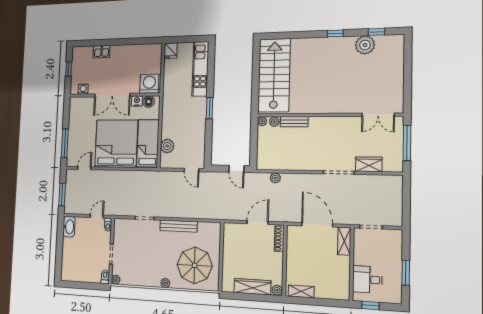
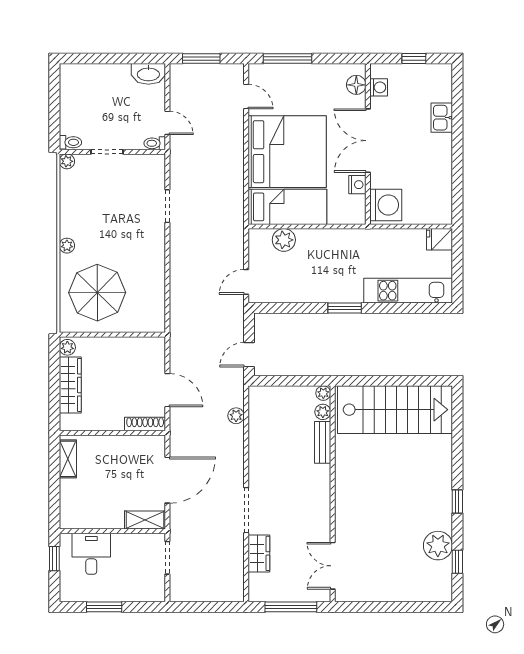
floor lamp: (149, 102) -> (356, 85), moved
bench: (179, 226) -> (157, 264), removed
plant: (277, 290) -> (67, 347), moved

